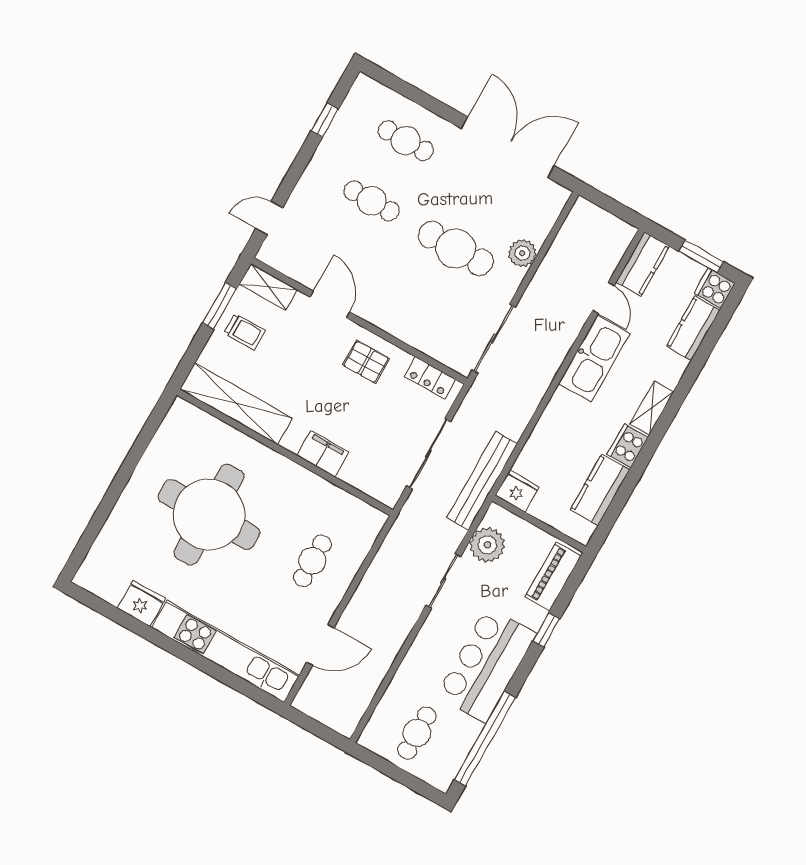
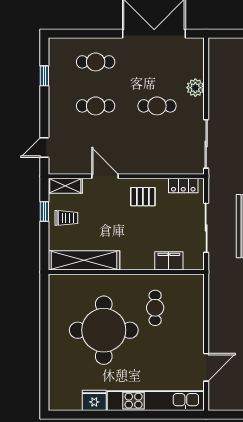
cafe table: (456, 248) -> (157, 106), width x0.73, depth x0.74
window: (219, 306) -> (44, 212), width x0.67
filing cabinet: (323, 454) -> (169, 261), moved
cafe table: (312, 561) -> (155, 308), moved

